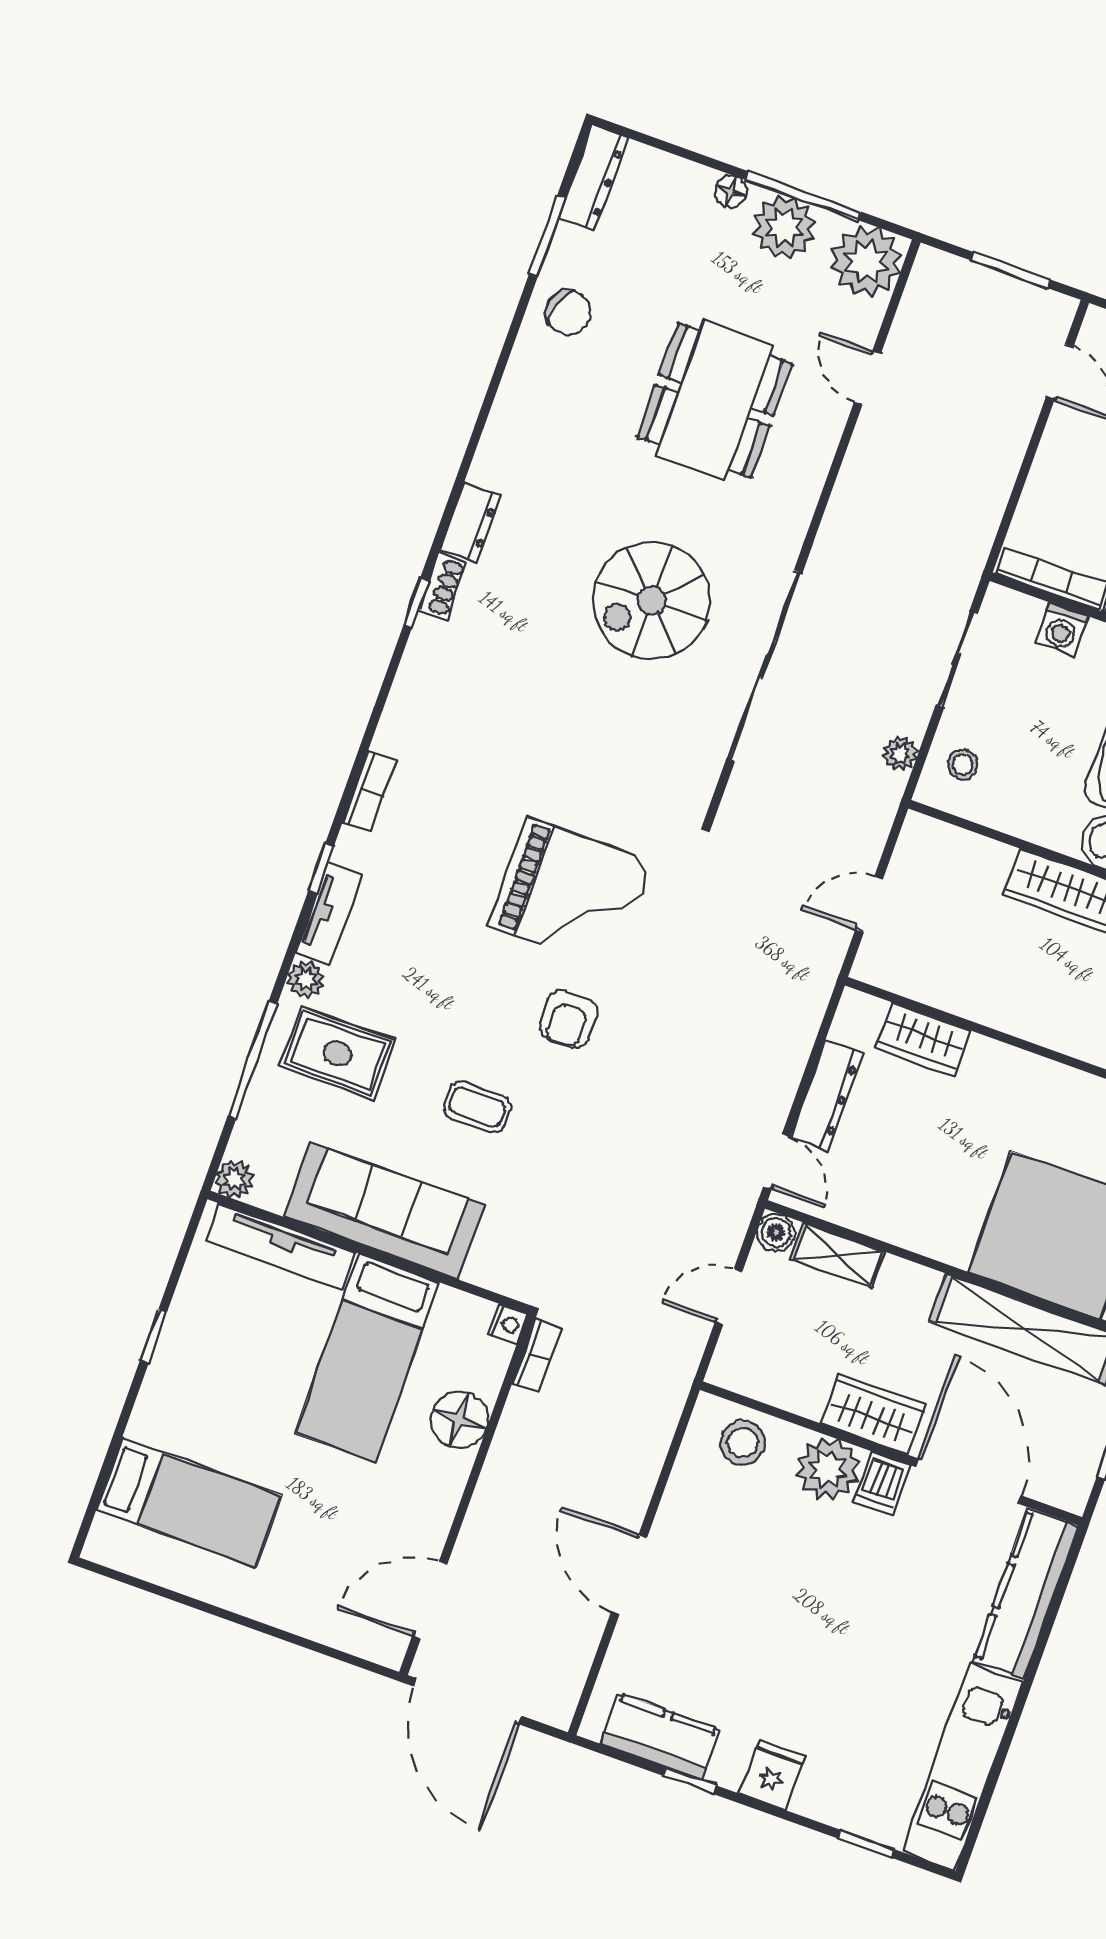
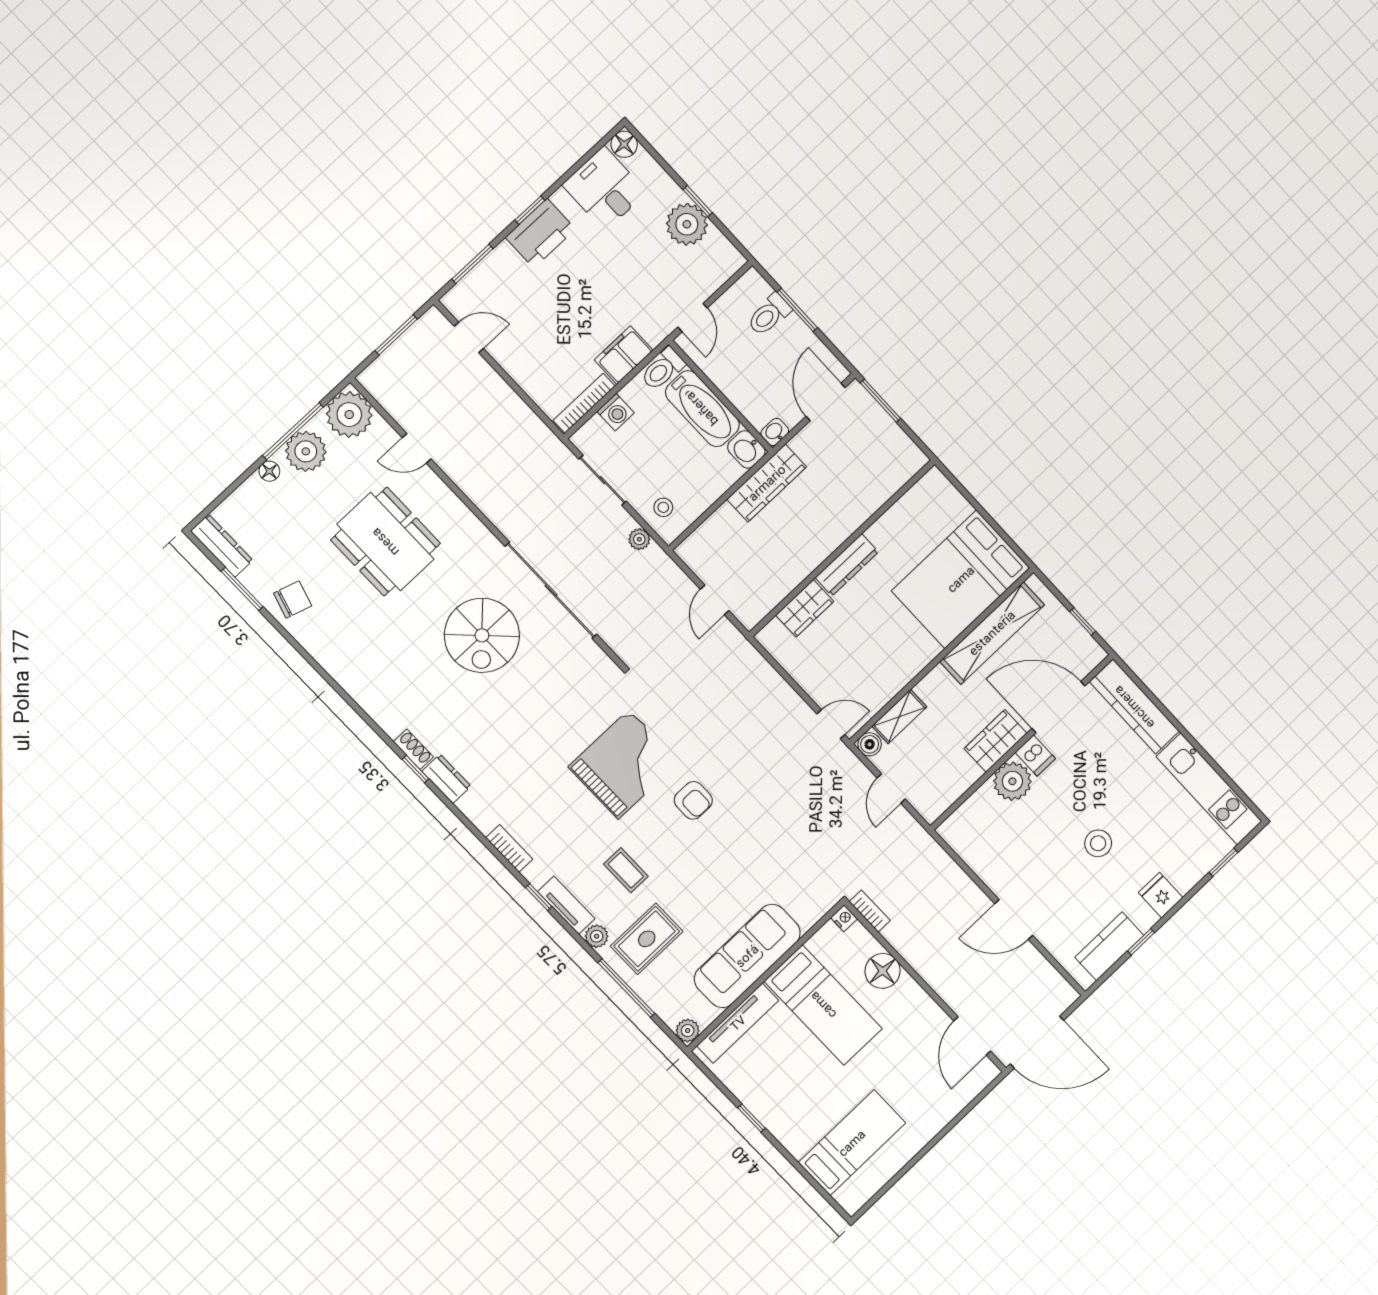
dresser: (471, 522) -> (446, 779), moved
dresser: (827, 1095) -> (847, 565), moved, turned 90
coffee table: (477, 1107) -> (626, 870), moved, turned 90
stool: (743, 1443) -> (1098, 843), moved

